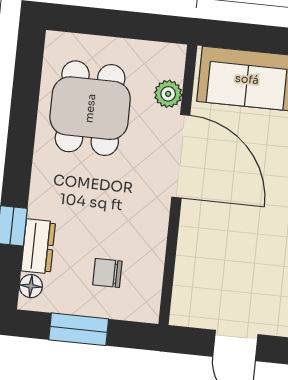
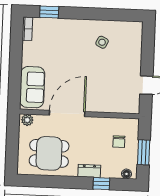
plant: (168, 94) -> (27, 120), moved
dresser: (38, 246) -> (89, 171), moved

